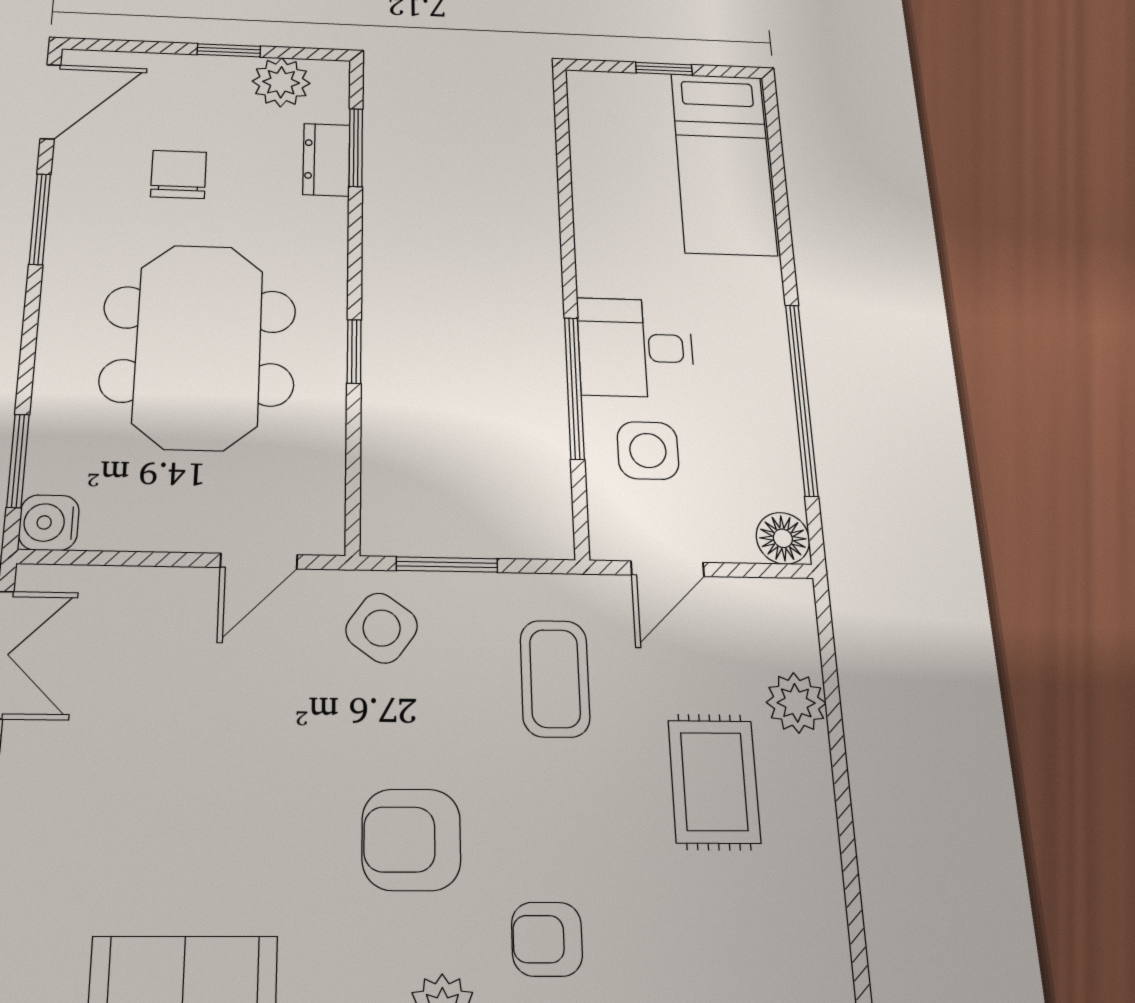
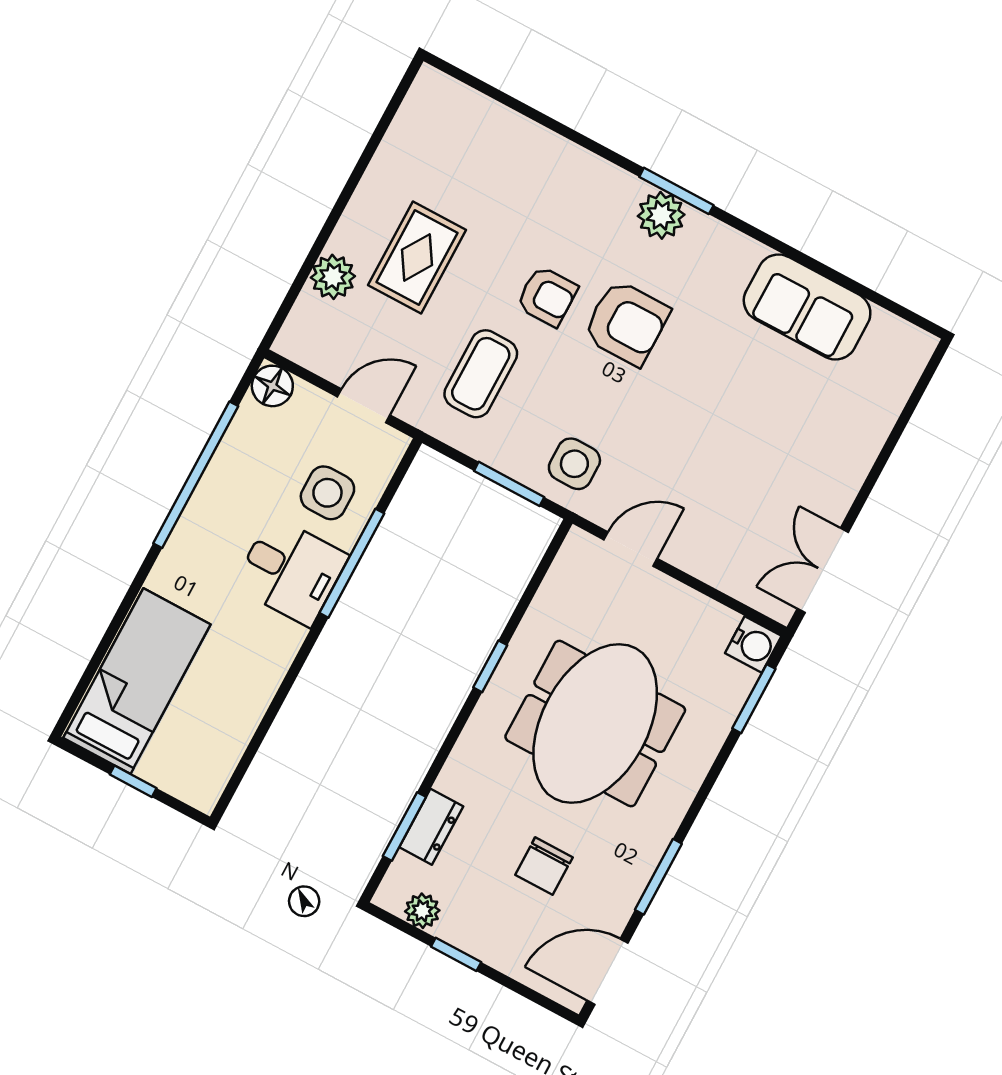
plant: (281, 82) -> (422, 911), width x0.73, depth x0.73
side table: (382, 628) -> (574, 464), turned -36
armchair: (547, 939) -> (547, 296), moved

